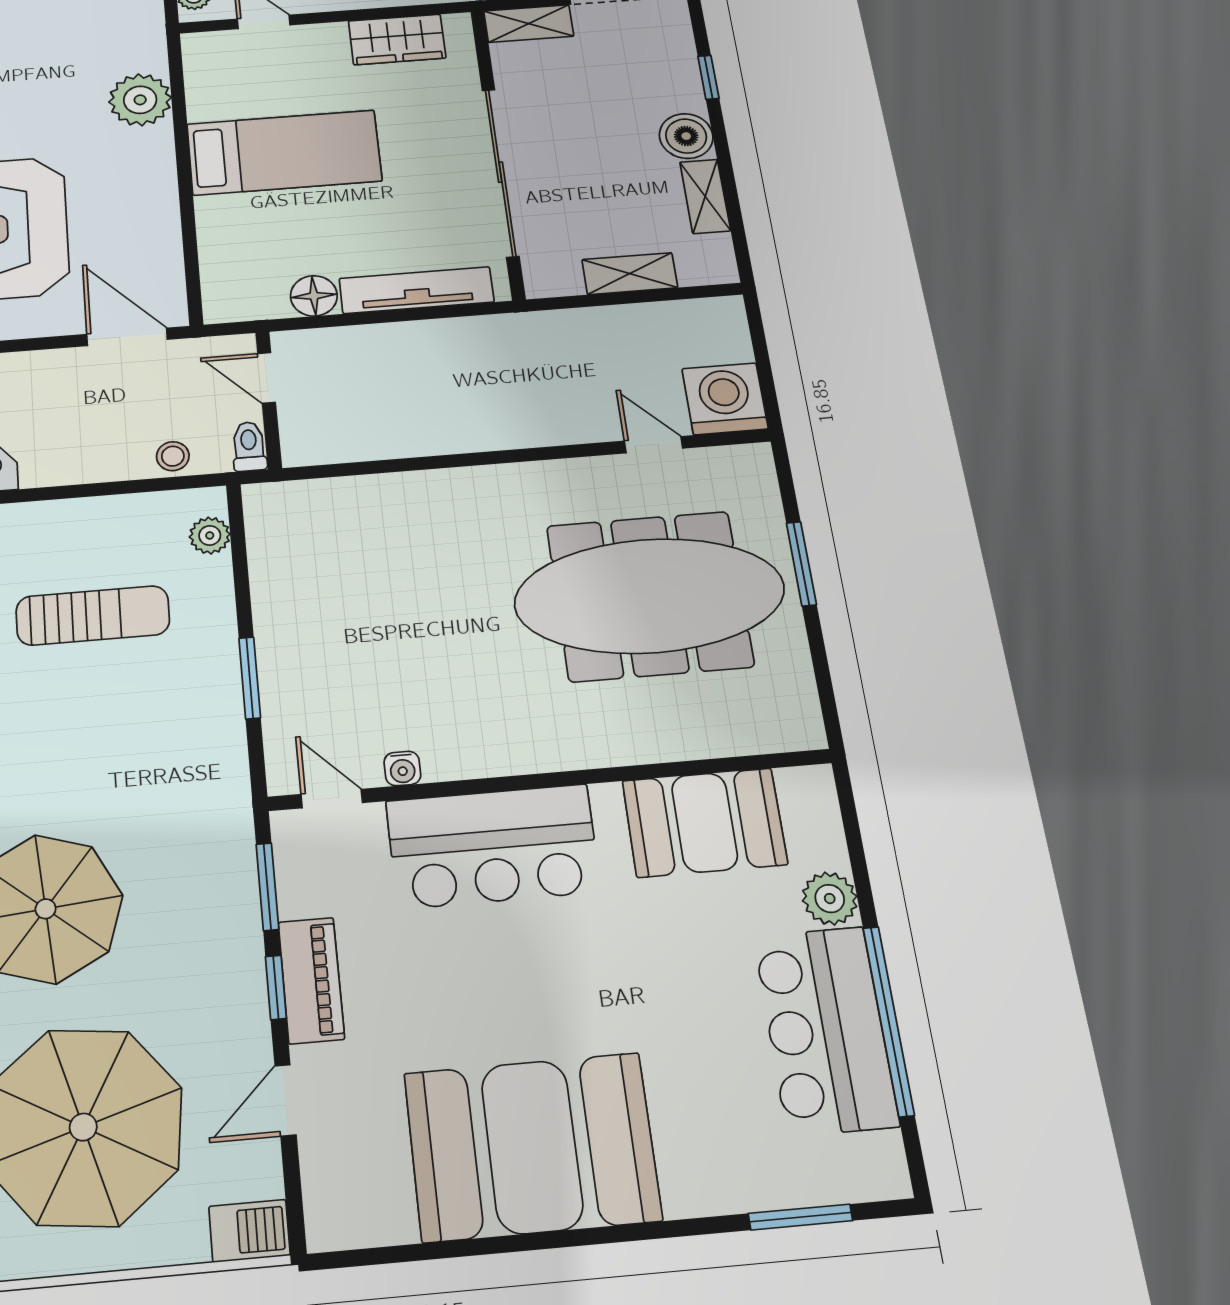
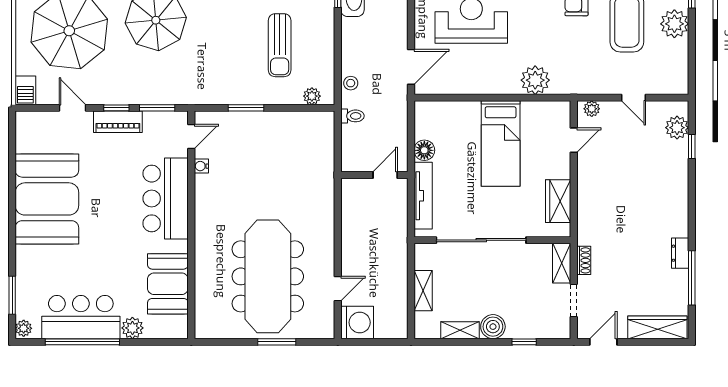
door: (267, 378) -> (385, 175), moved
wall: (269, 400) -> (374, 175), moved
plant: (882, 1178) -> (24, 328), added

